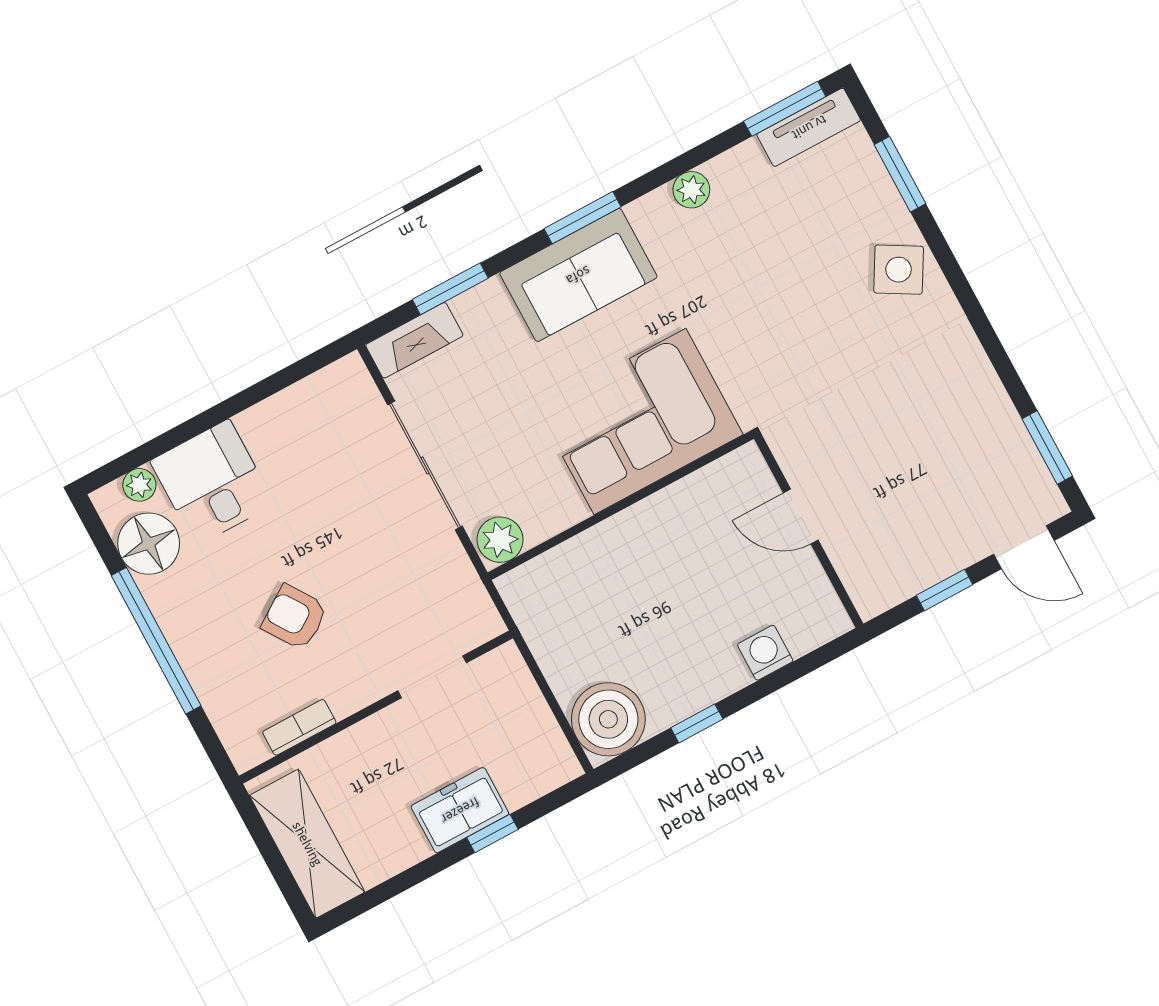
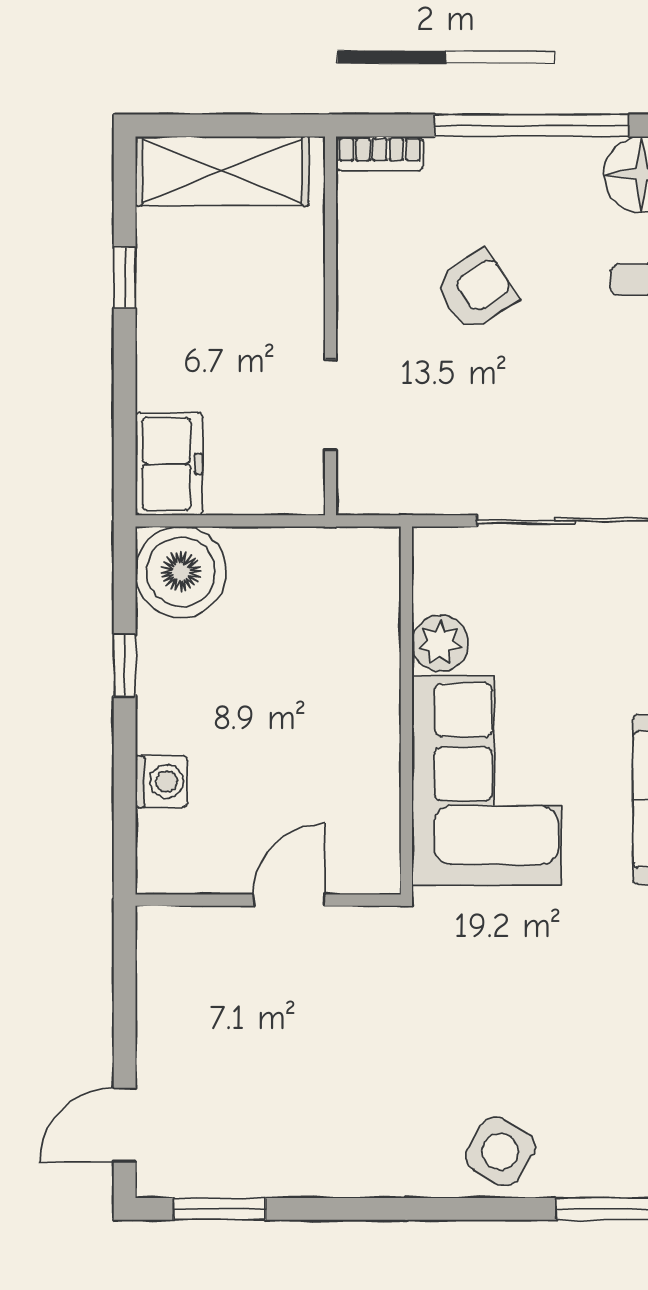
plant: (500, 540) -> (440, 643), moved
window: (944, 590) -> (125, 1013), removed
bookcase: (299, 727) -> (380, 154), moved, turned 90
freezer: (460, 810) -> (169, 464), moved
window: (492, 833) -> (125, 278), moved

